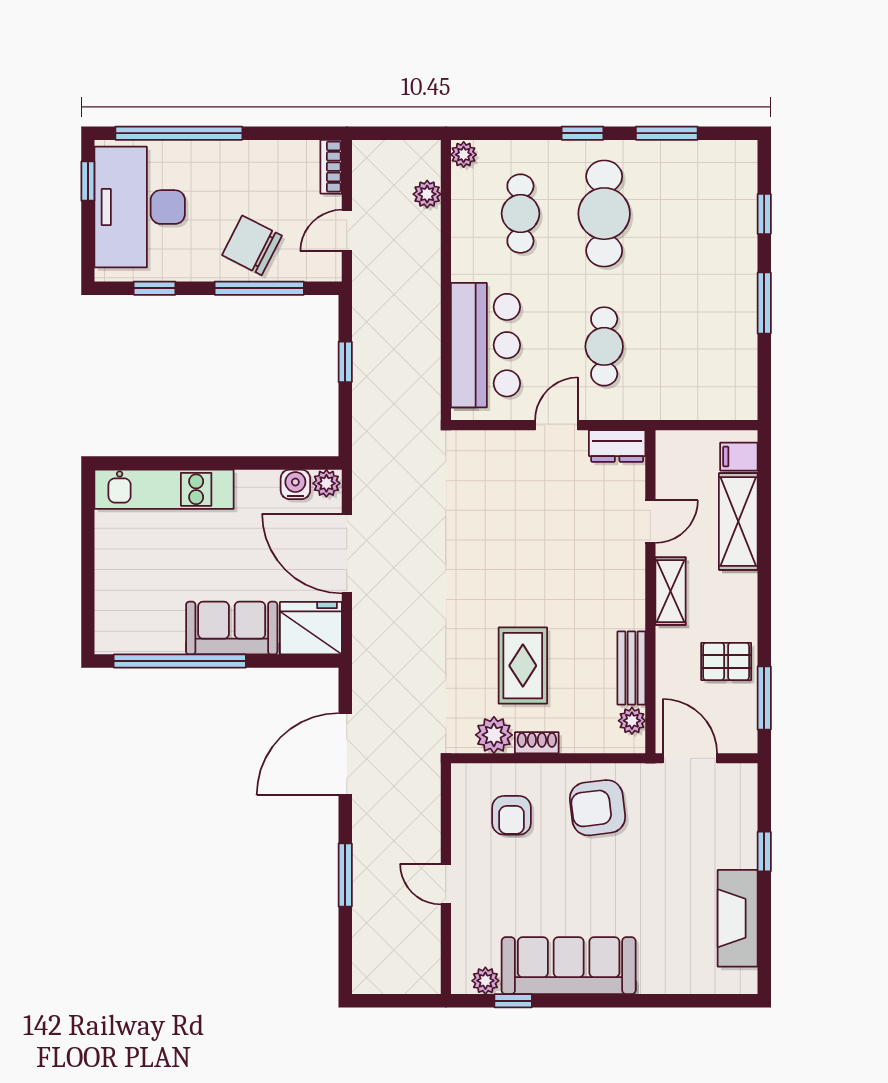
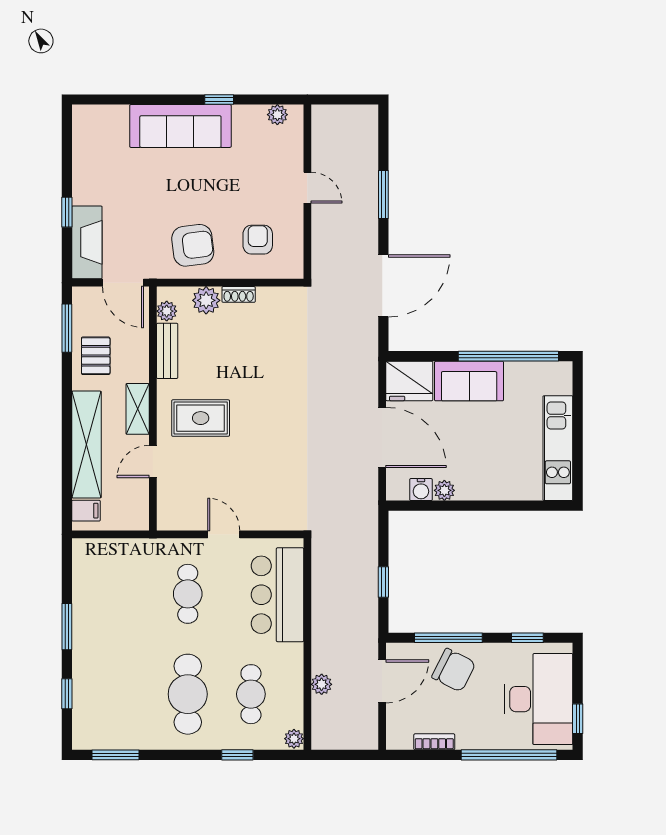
window: (583, 133) -> (237, 755), moved
window: (667, 133) -> (116, 755), moved
bookcase: (331, 167) -> (434, 742), moved, turned -90
plant: (427, 194) -> (322, 684), moved
door: (347, 230) -> (382, 681), width x1.38
door: (557, 425) -> (224, 534), swing flipped
dresser: (617, 446) -> (178, 519), removed
plant: (326, 483) -> (444, 490), moved
kitchen unit: (164, 489) -> (558, 448), moved, turned -90
shelving: (738, 522) -> (86, 444), width x1.47
pallet: (726, 661) -> (96, 356), turned 90
rug: (523, 666) -> (201, 418), moved, turned 90
plant: (494, 735) -> (206, 300), moved
fireplace: (738, 918) -> (87, 242), moved
sofa: (569, 966) -> (180, 126), moved
window: (513, 1001) -> (219, 99), moved

